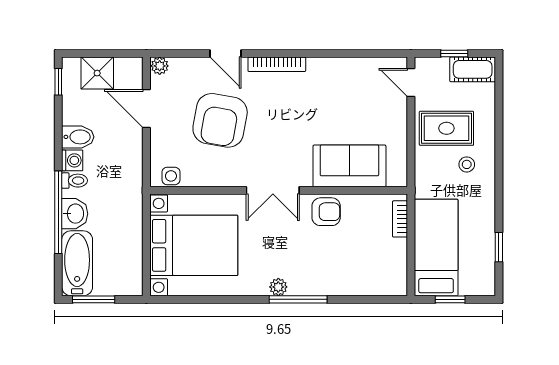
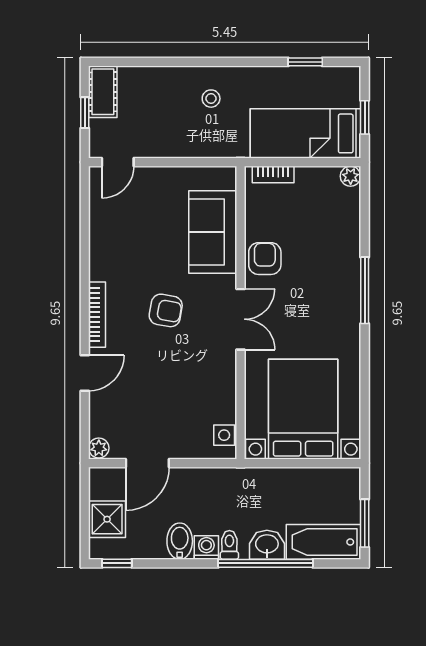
armchair: (220, 120) -> (166, 310), moved, width x0.53, depth x0.53
rug: (446, 128) -> (170, 122), removed
plant: (278, 287) -> (351, 176), moved

